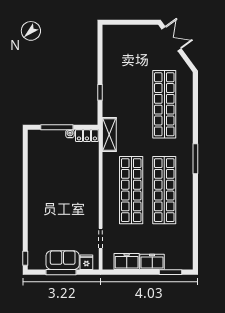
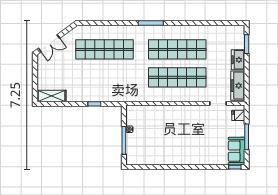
double door: (171, 39) -> (49, 43), swing flipped
shelving: (109, 135) -> (52, 96), moved
locker: (87, 136) -> (131, 115), removed
sofa: (63, 260) -> (237, 151), moved
freezer: (127, 262) -> (238, 86), width x1.40

